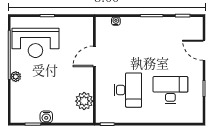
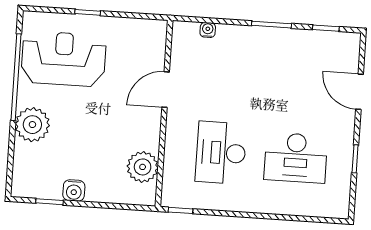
reception desk: (35, 43) -> (64, 59), turned 180
plant: (16, 77) -> (32, 125), width x1.88, depth x1.88
desk: (128, 90) -> (221, 153), turned 180
desk: (170, 90) -> (296, 158), turned 180

